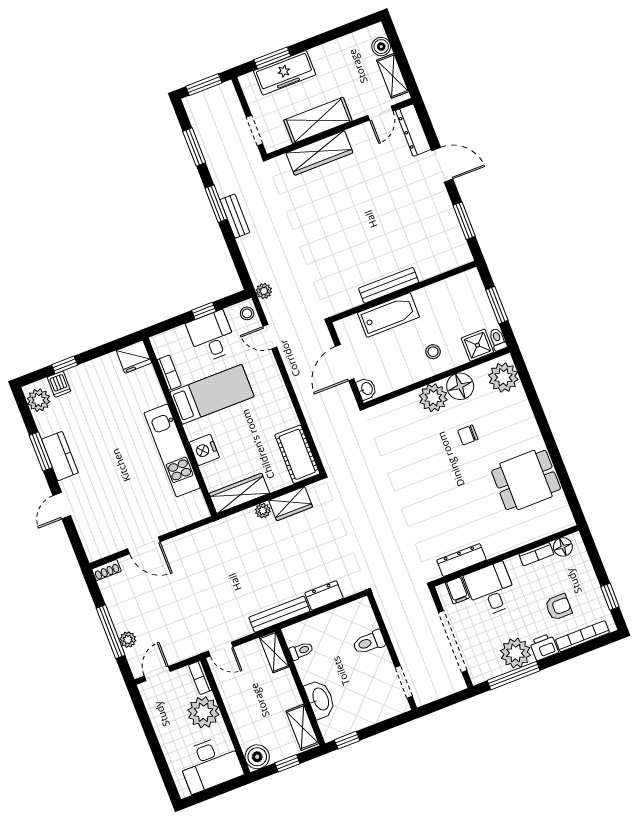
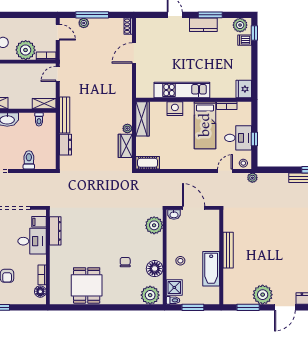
plant: (436, 206) -> (263, 295), added
bathtub: (389, 315) -> (211, 269), moved
window: (65, 365) -> (254, 33), moved
plant: (433, 398) -> (154, 225), moved
cot: (297, 454) -> (148, 163), width x0.73, depth x0.75

